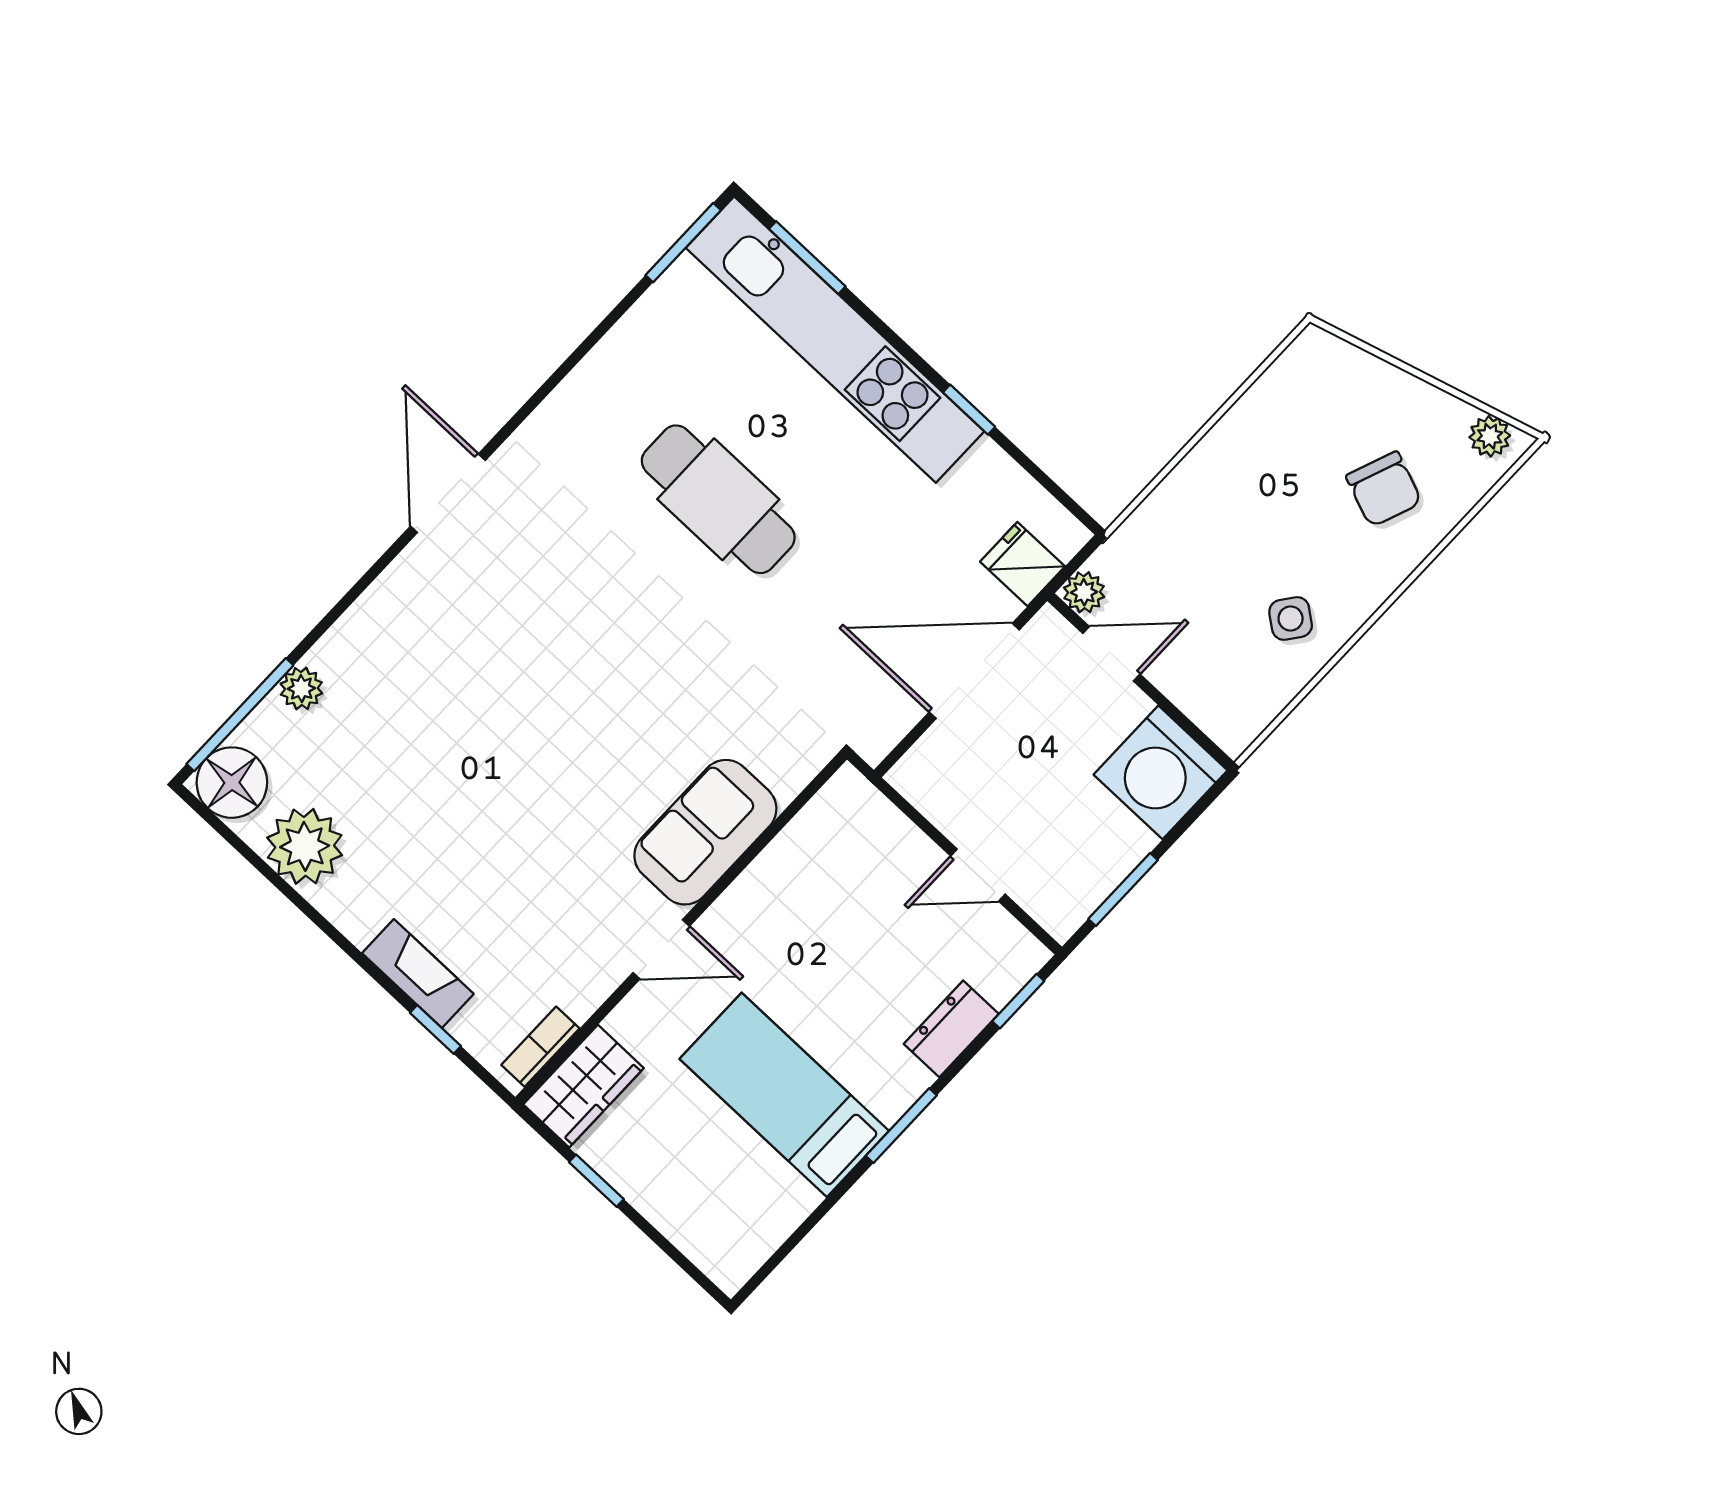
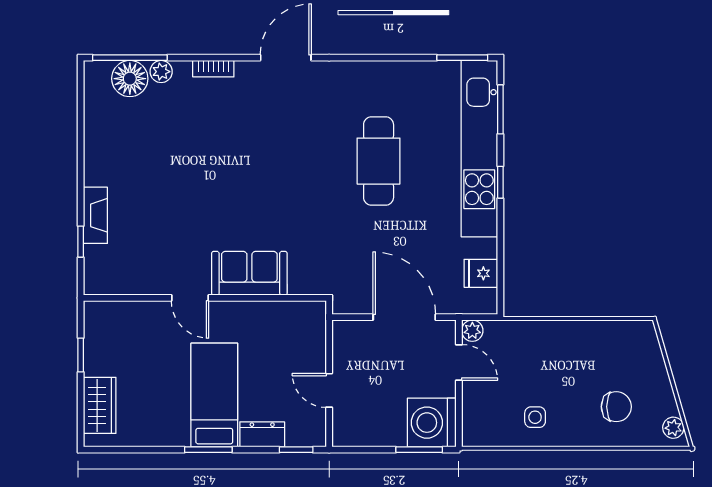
window: (969, 410) -> (500, 182), moved
chair: (1384, 489) -> (616, 407), turned -111
fridge: (1022, 564) -> (481, 273), moved, turned -90
side table: (1291, 619) -> (535, 417), turned -37
floor lamp: (232, 783) -> (130, 79), moved
plant: (305, 846) -> (103, 128), removed
window: (1123, 889) -> (419, 450), moved
bookcase: (540, 1047) -> (213, 69), moved, turned 180
wardrobe: (583, 1086) -> (100, 405), moved, turned -90
bed: (784, 1095) -> (214, 395), moved

